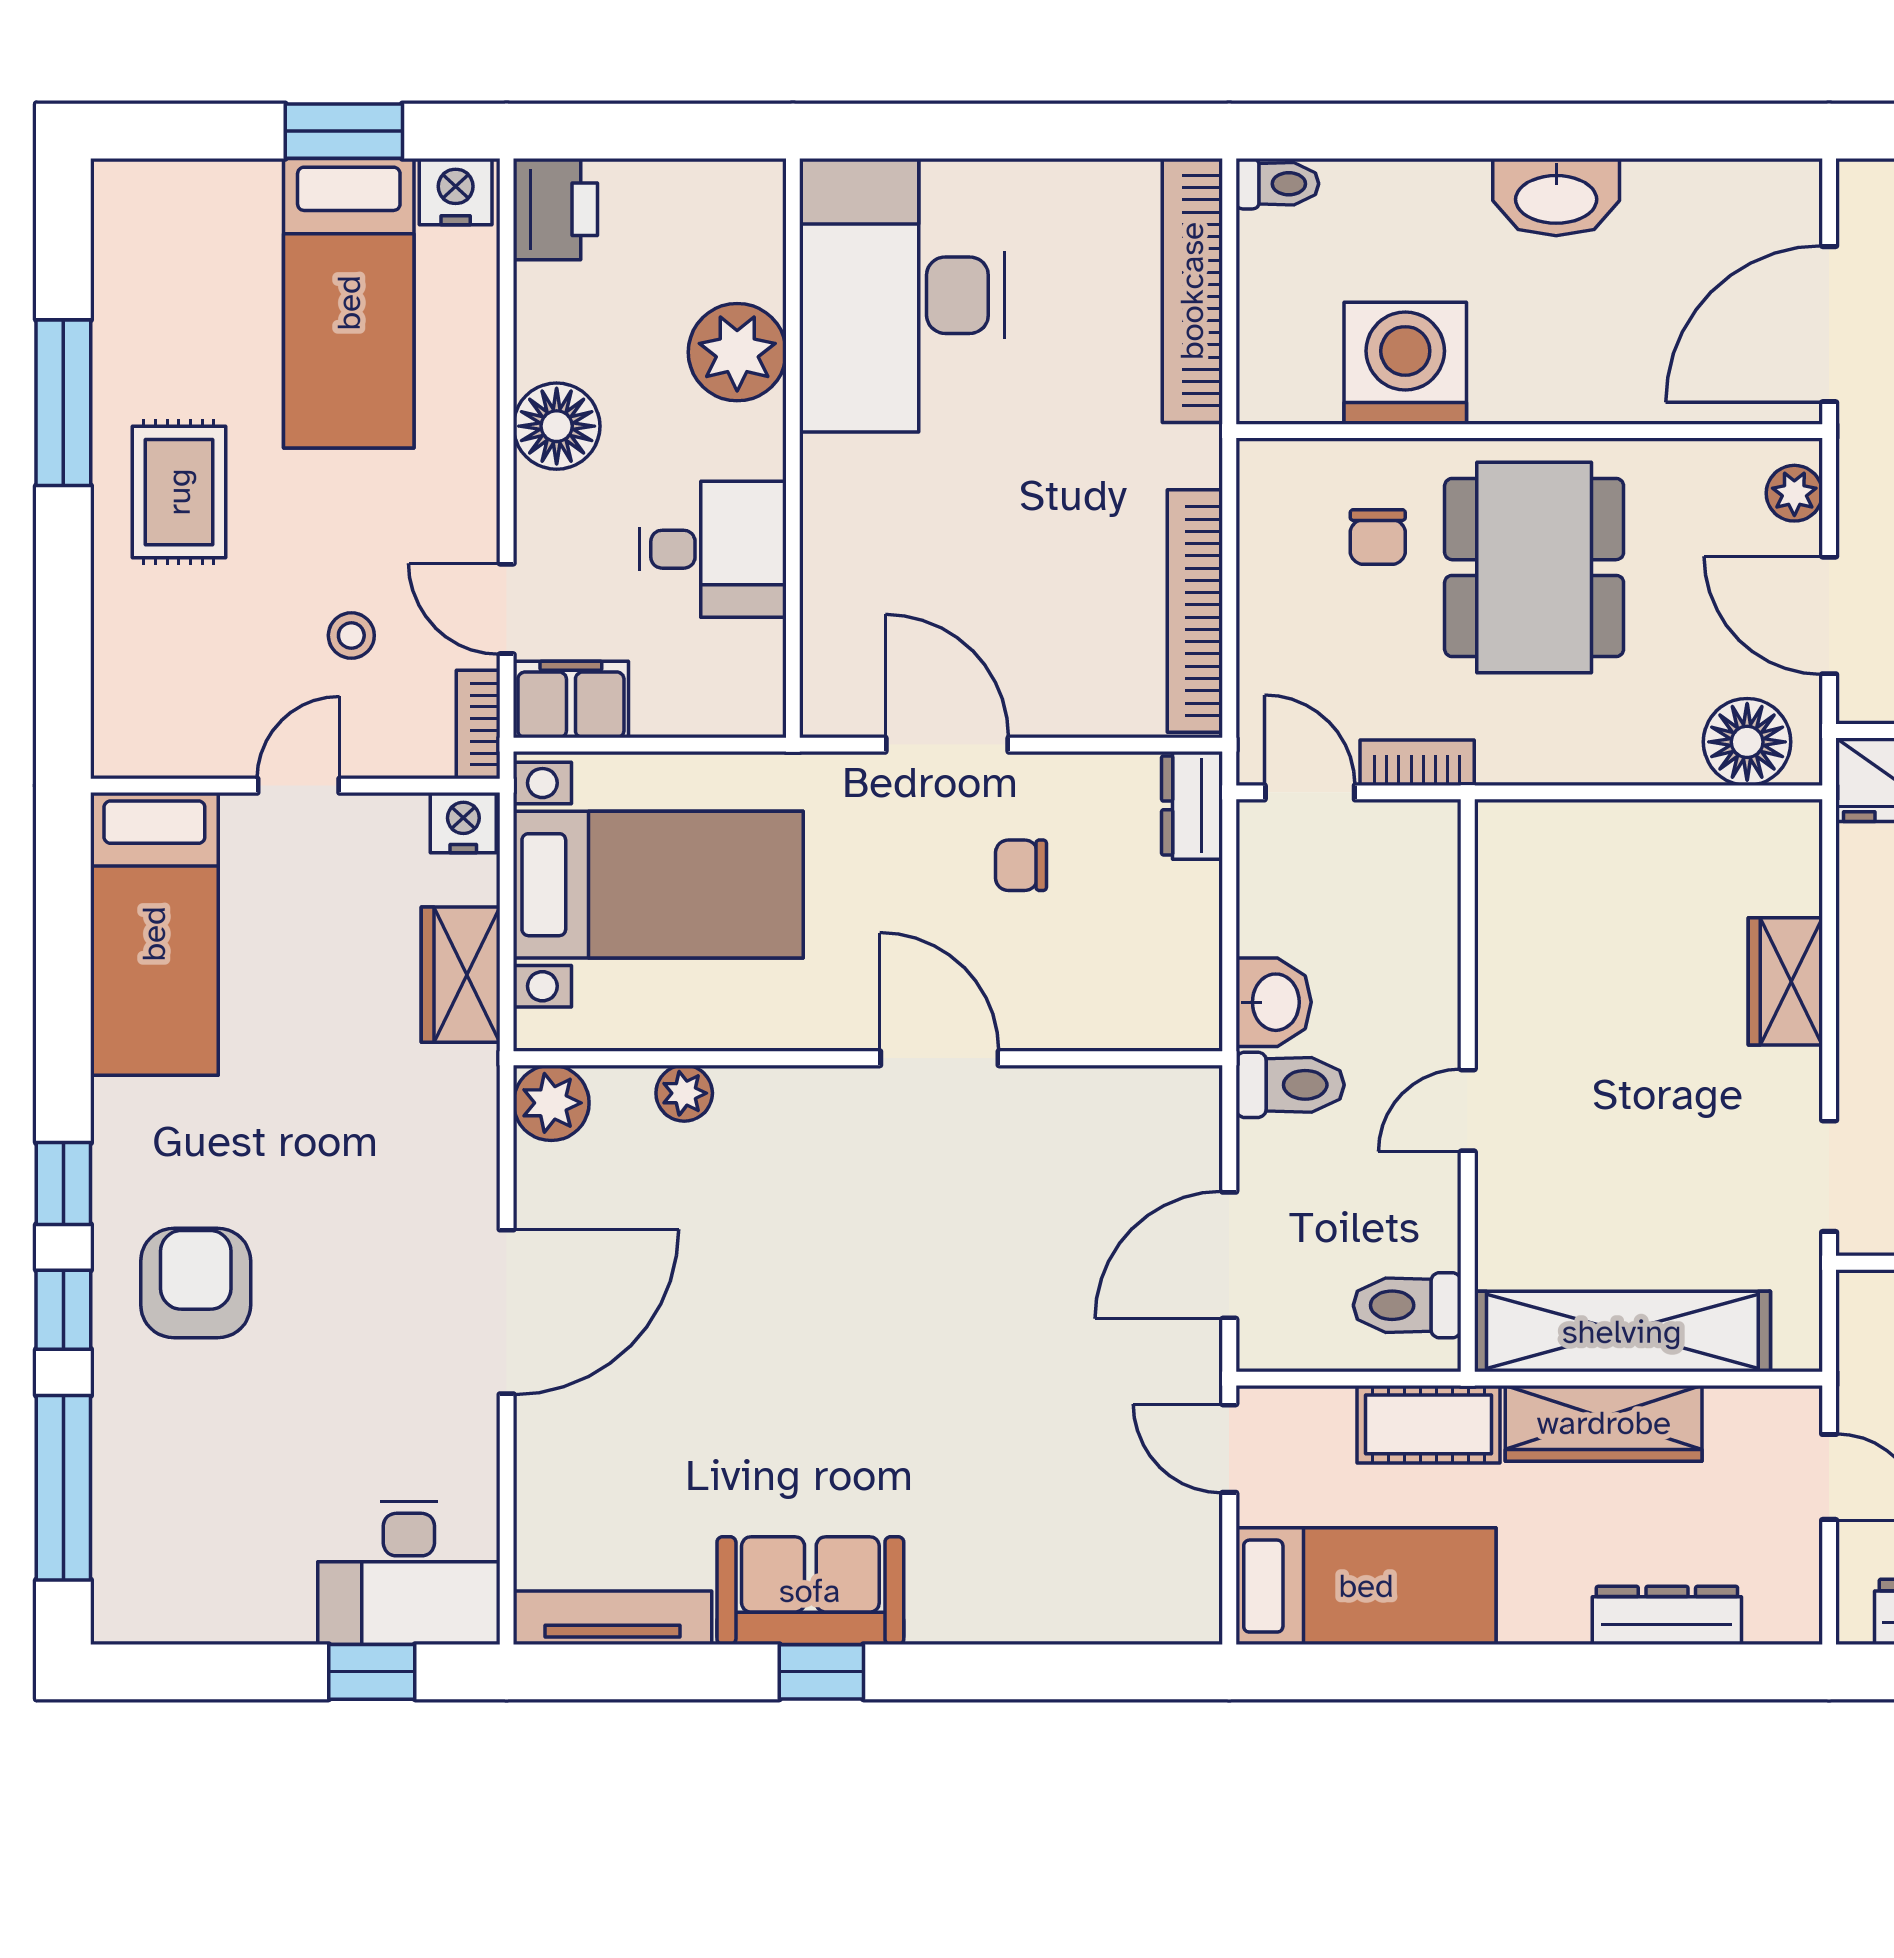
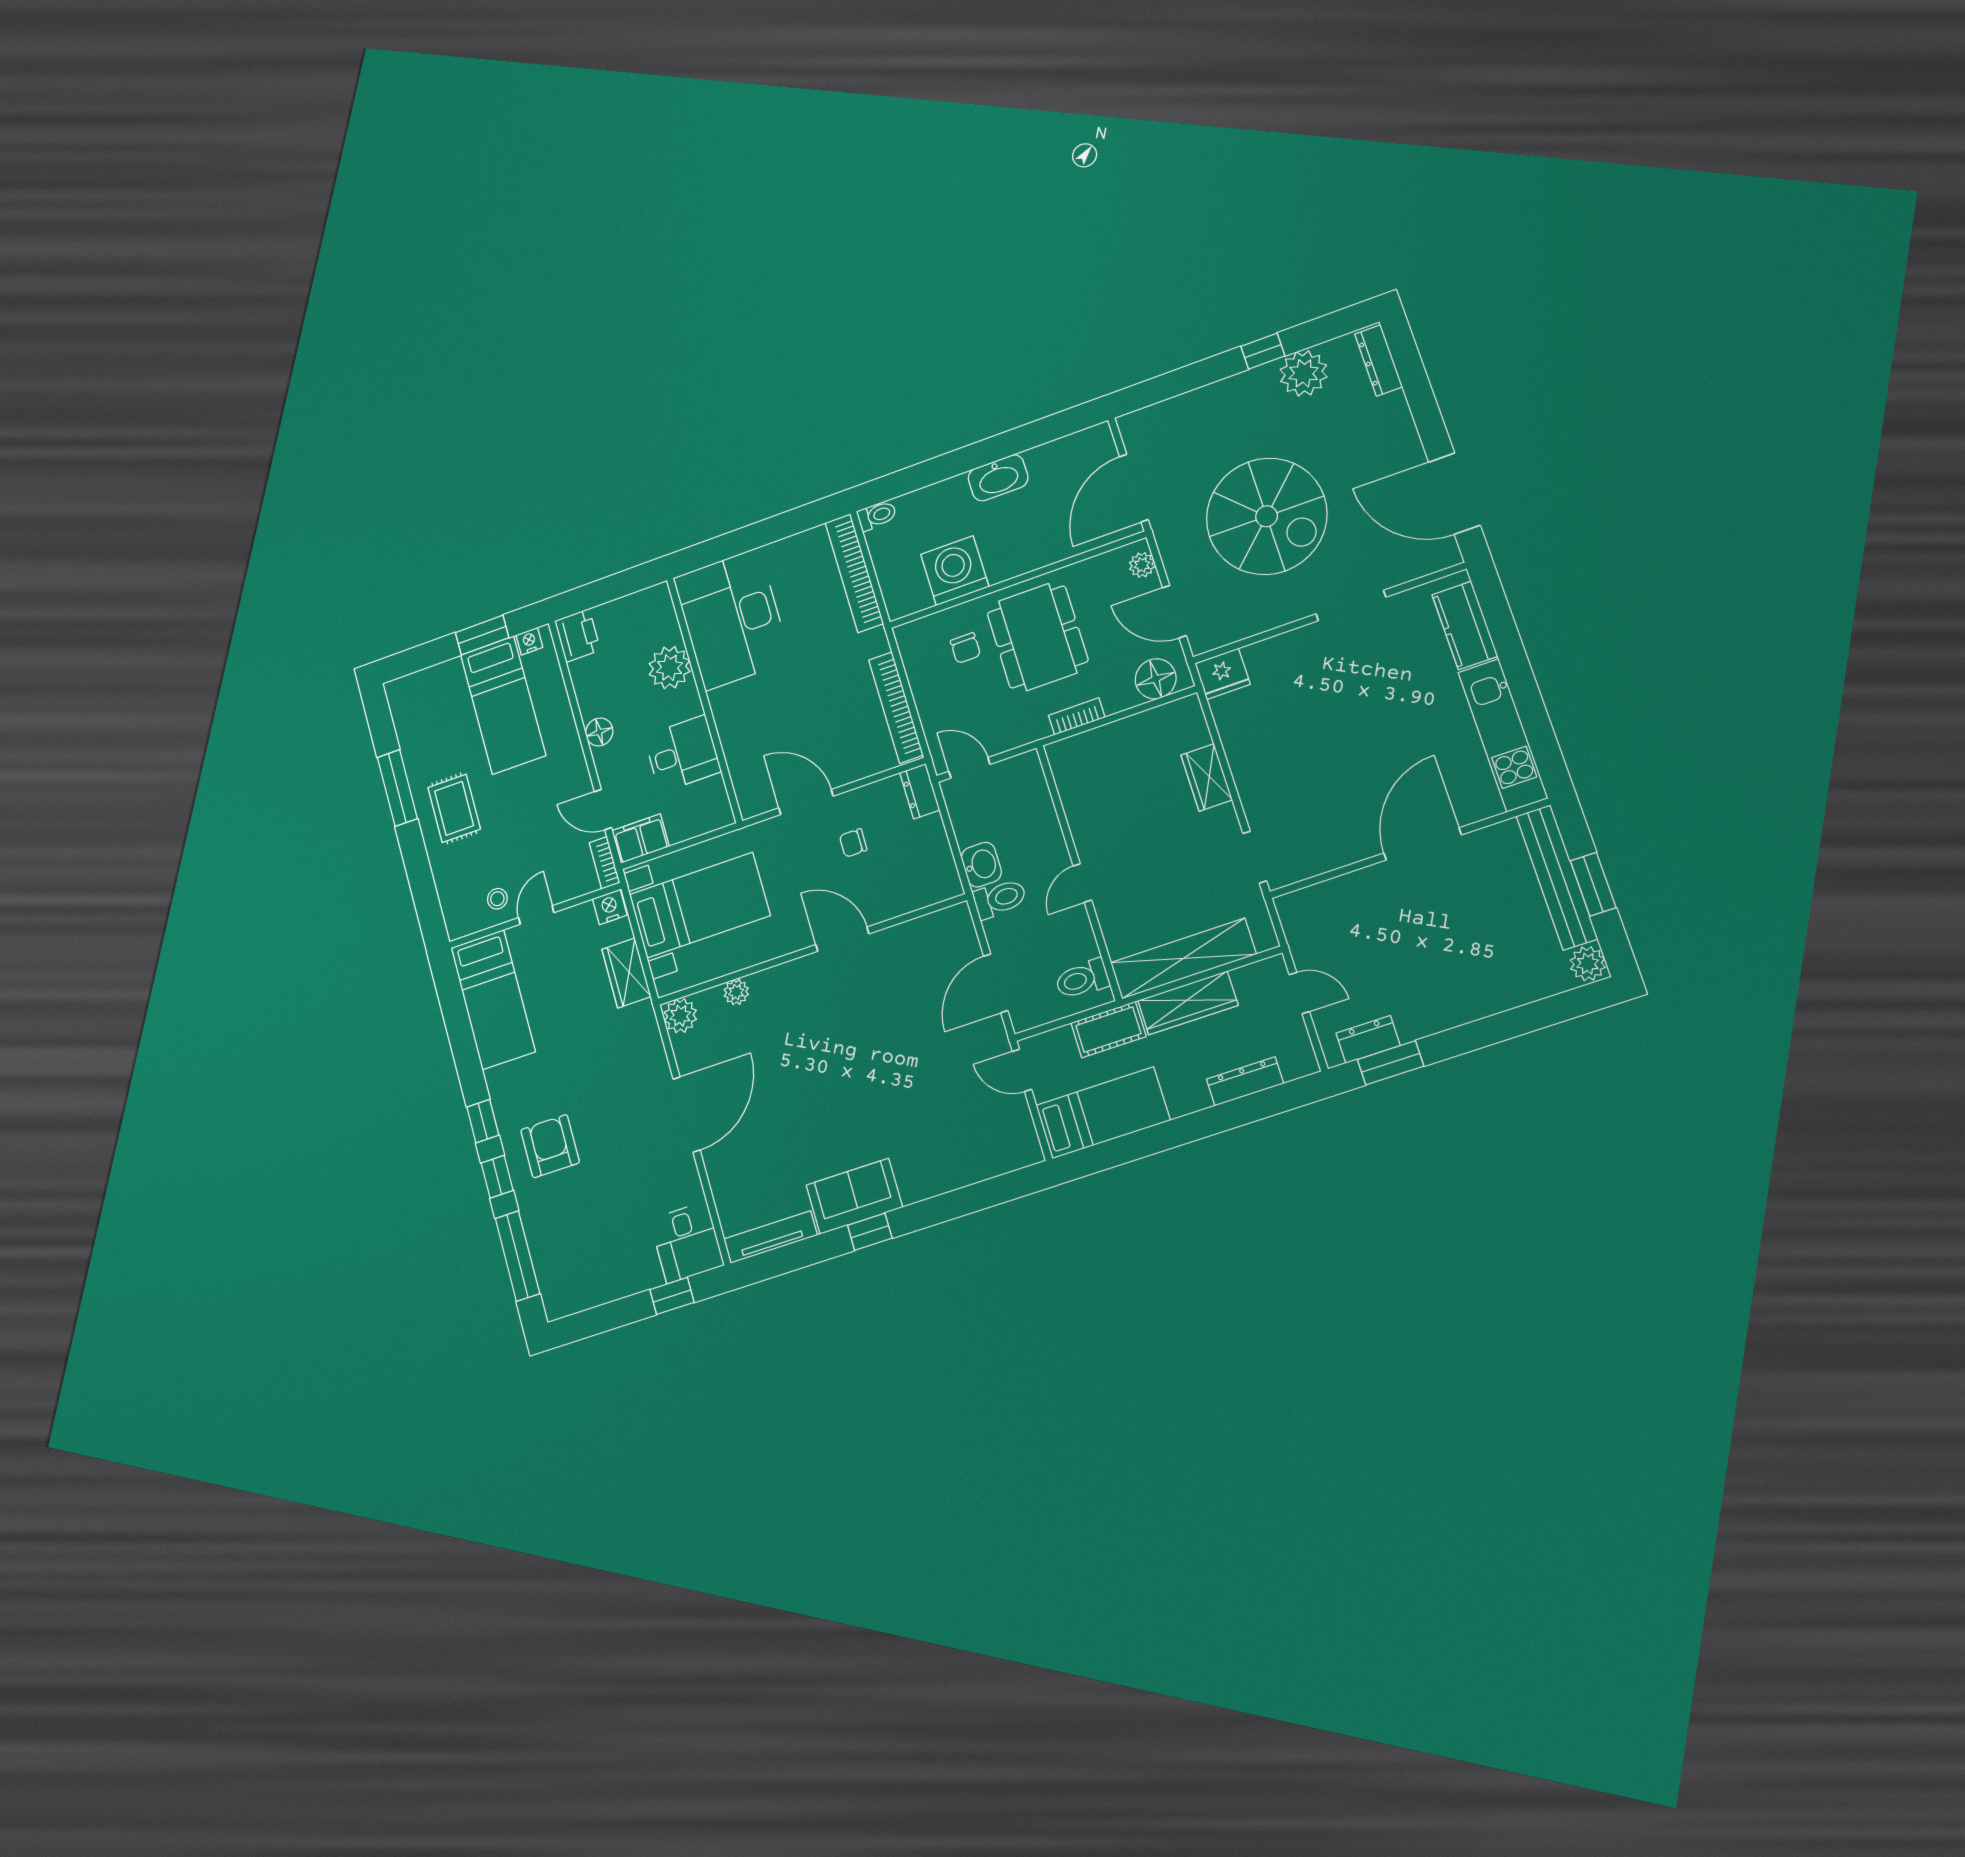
nightstand: (456, 192) -> (529, 641), width x0.72, depth x0.74
floor lamp: (557, 426) -> (599, 732), width x0.73, depth x0.73
stool: (351, 635) -> (497, 899), moved
bookcase: (1417, 763) -> (1077, 716), moved
desk: (409, 1573) -> (687, 1242), width x0.73

